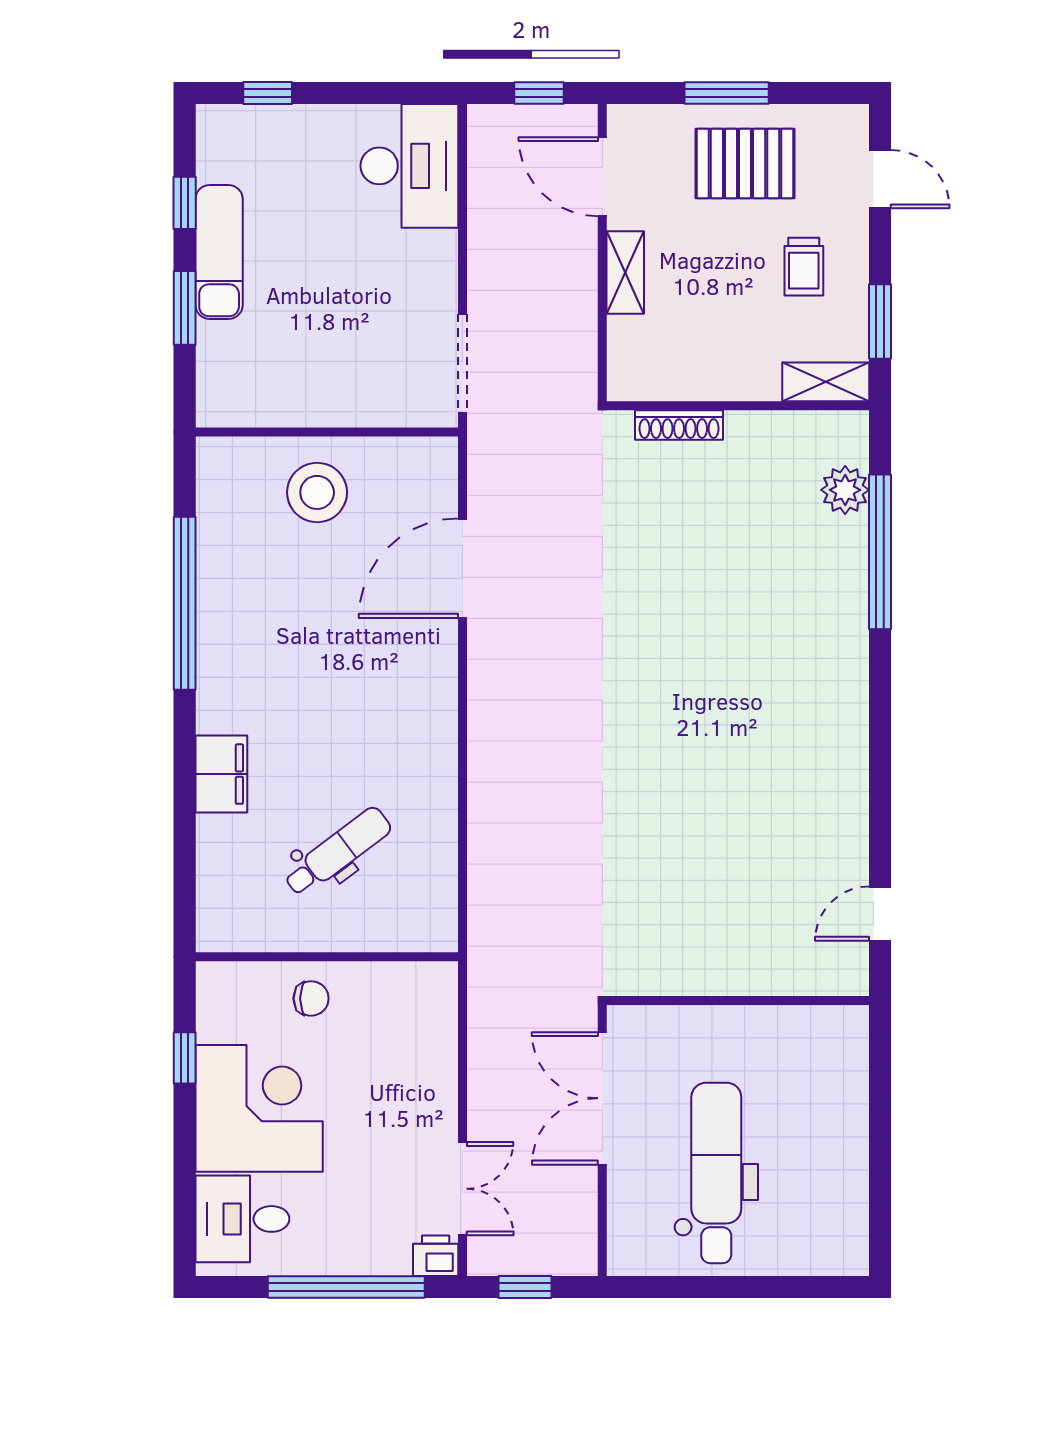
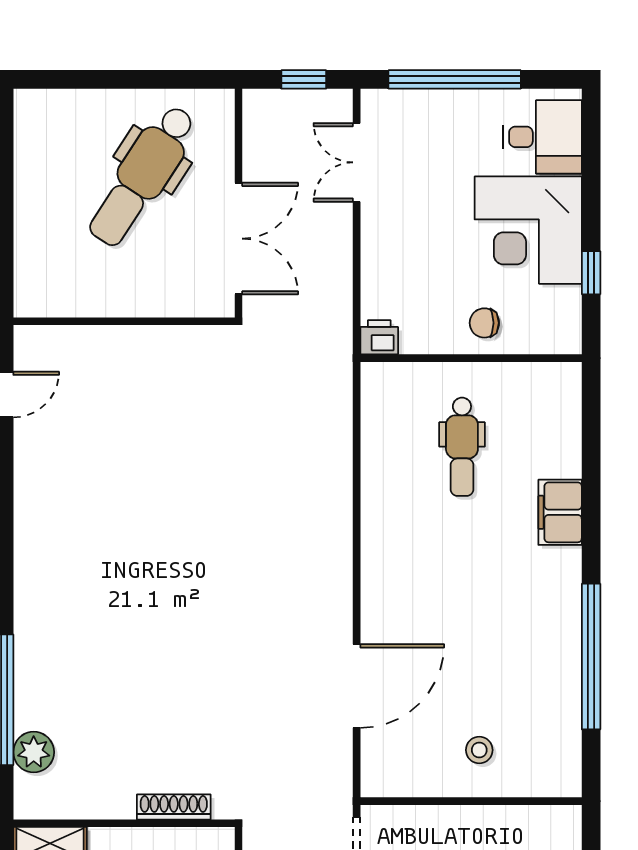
stool: (317, 492) -> (479, 750), width x0.53, depth x0.53
dental chair: (338, 852) -> (462, 447), turned -53
dental chair: (716, 1173) -> (142, 176), turned 33
printer: (436, 1256) -> (379, 337), moved, turned 180

